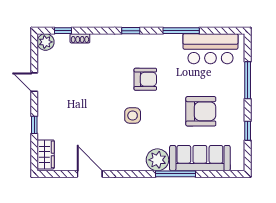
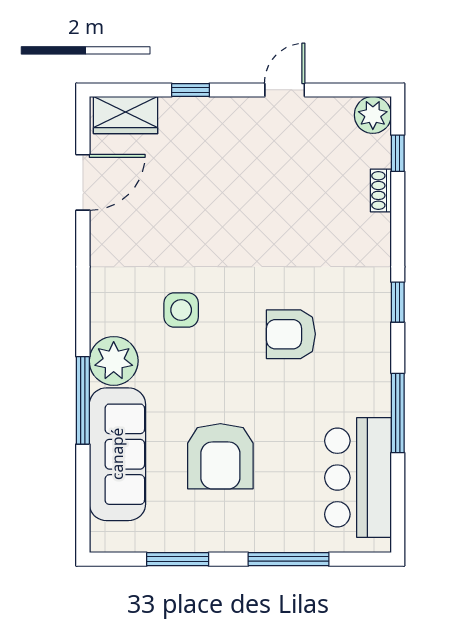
armchair: (145, 79) -> (291, 334), turned 90
side table: (133, 116) -> (181, 310), moved
window: (248, 131) -> (178, 559), width x1.50
door: (90, 174) -> (83, 182), moved

